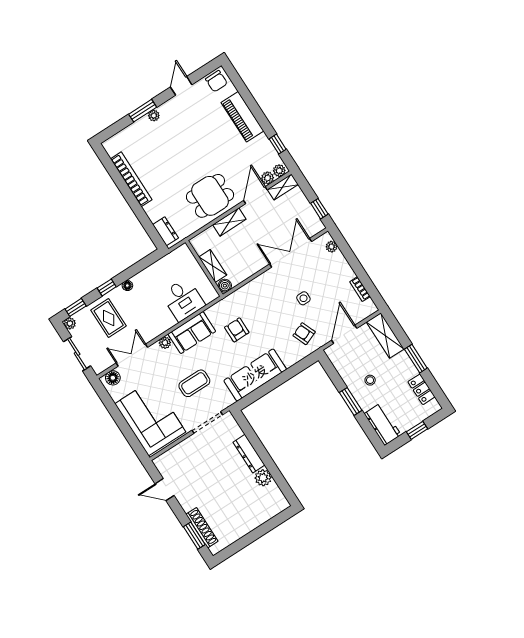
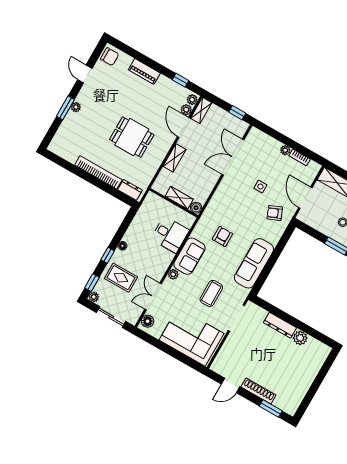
piano: (242, 117) -> (144, 71), width x0.73, depth x0.75
bookcase: (131, 179) -> (98, 172), moved
dining table: (210, 196) -> (132, 137), moved, turned 90
plant: (332, 247) -> (285, 150), moved
armchair: (237, 330) -> (222, 237), turned 90
shoe rack: (202, 528) -> (258, 391), moved

